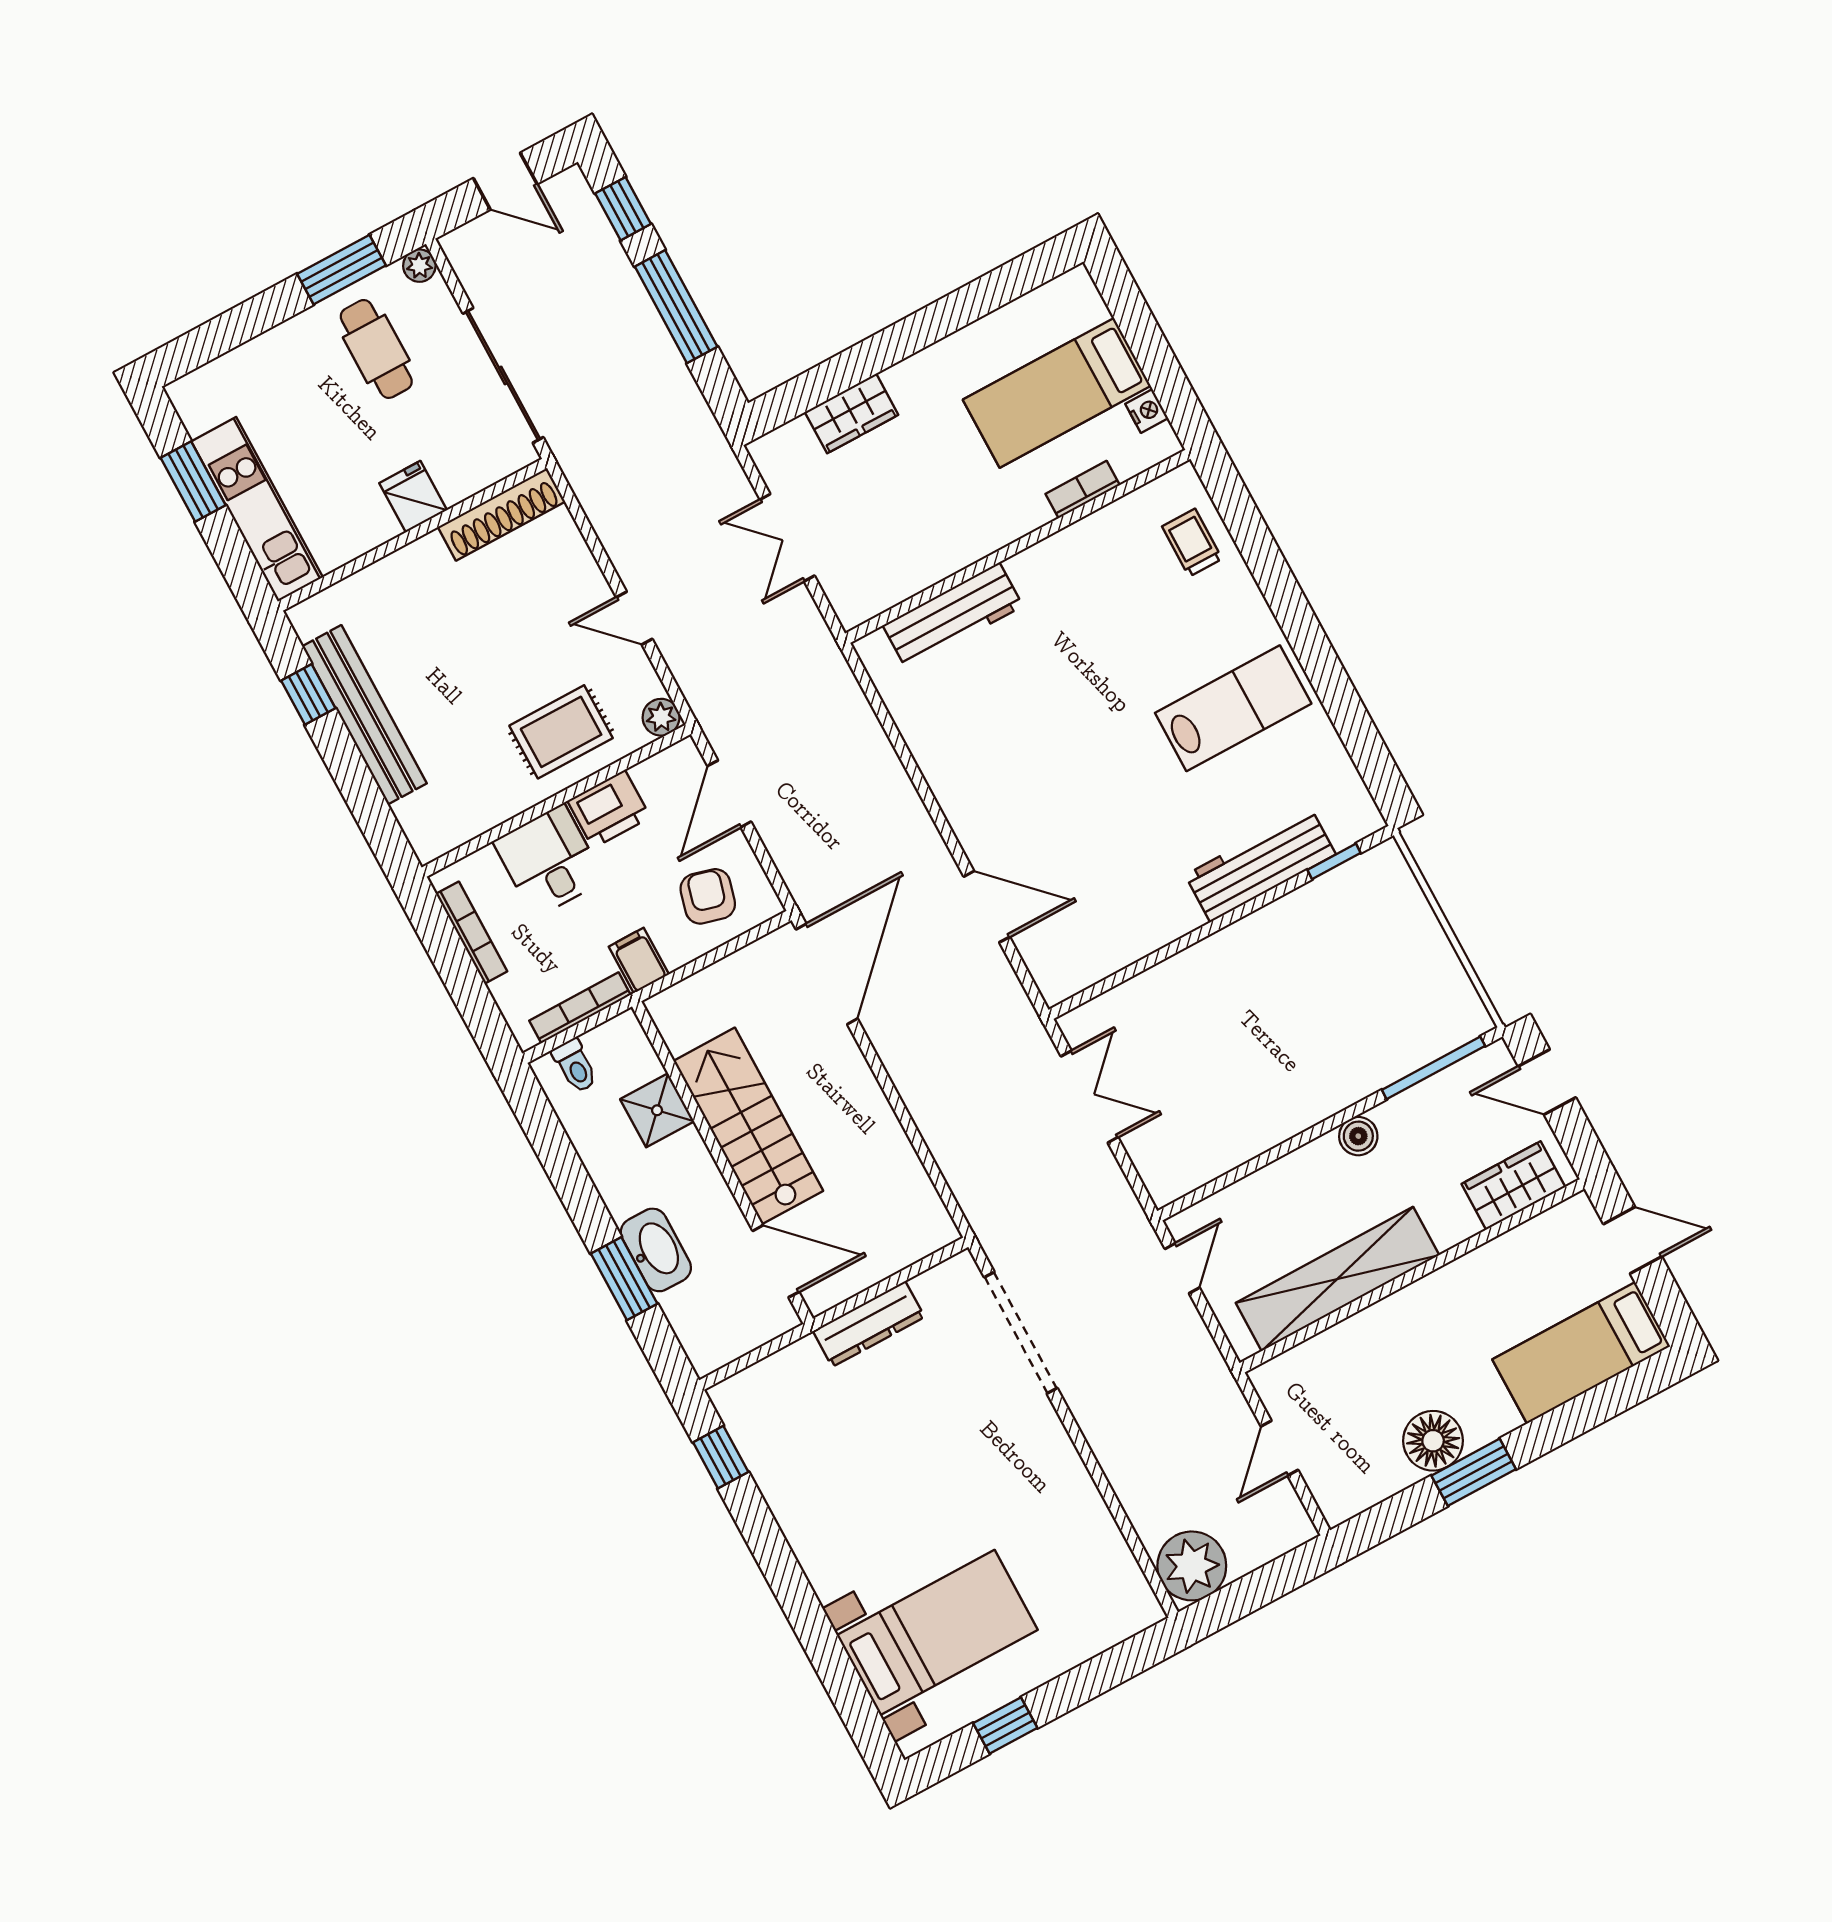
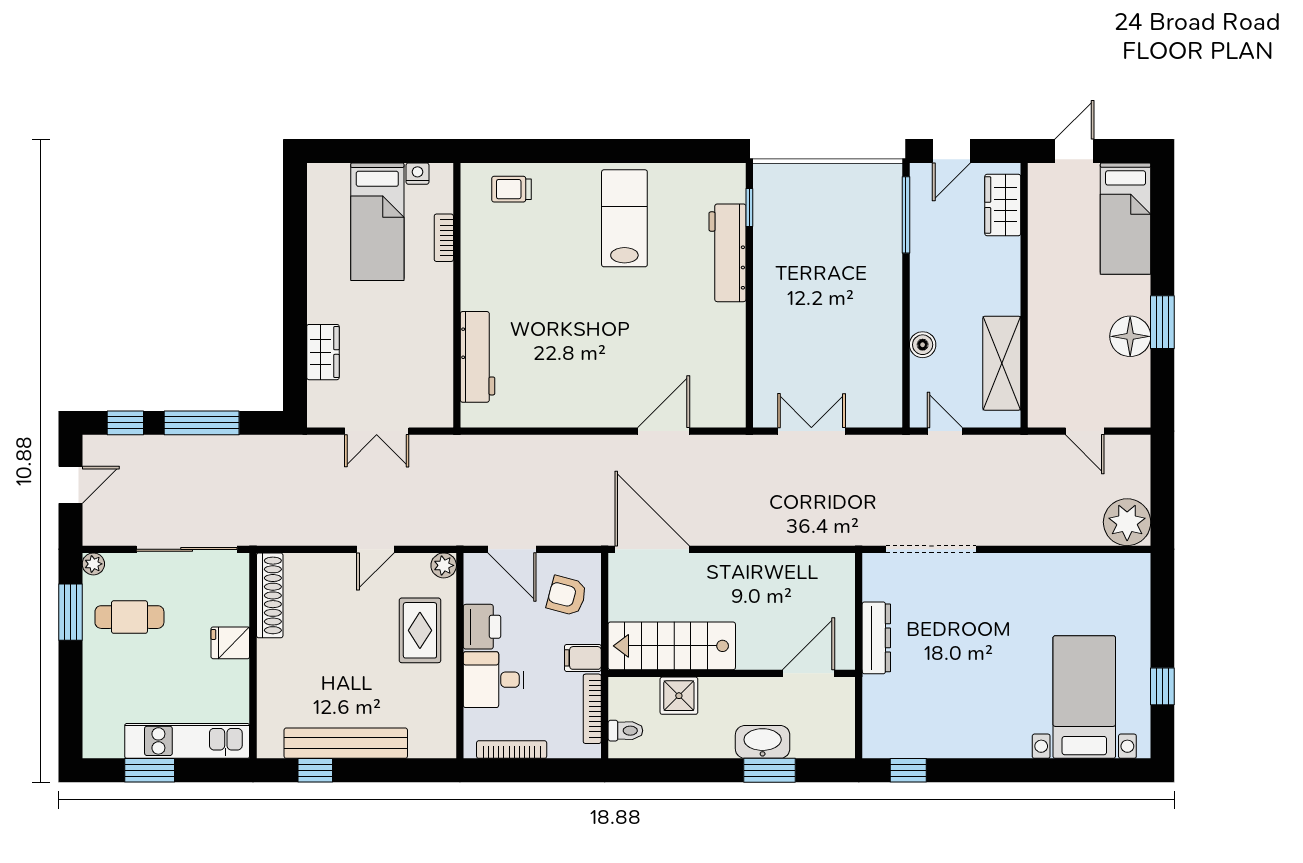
stairs: (748, 1126) -> (672, 646), moved
boiler: (1358, 1136) -> (923, 345), moved
shelving: (1337, 1279) -> (1002, 363), width x0.68

